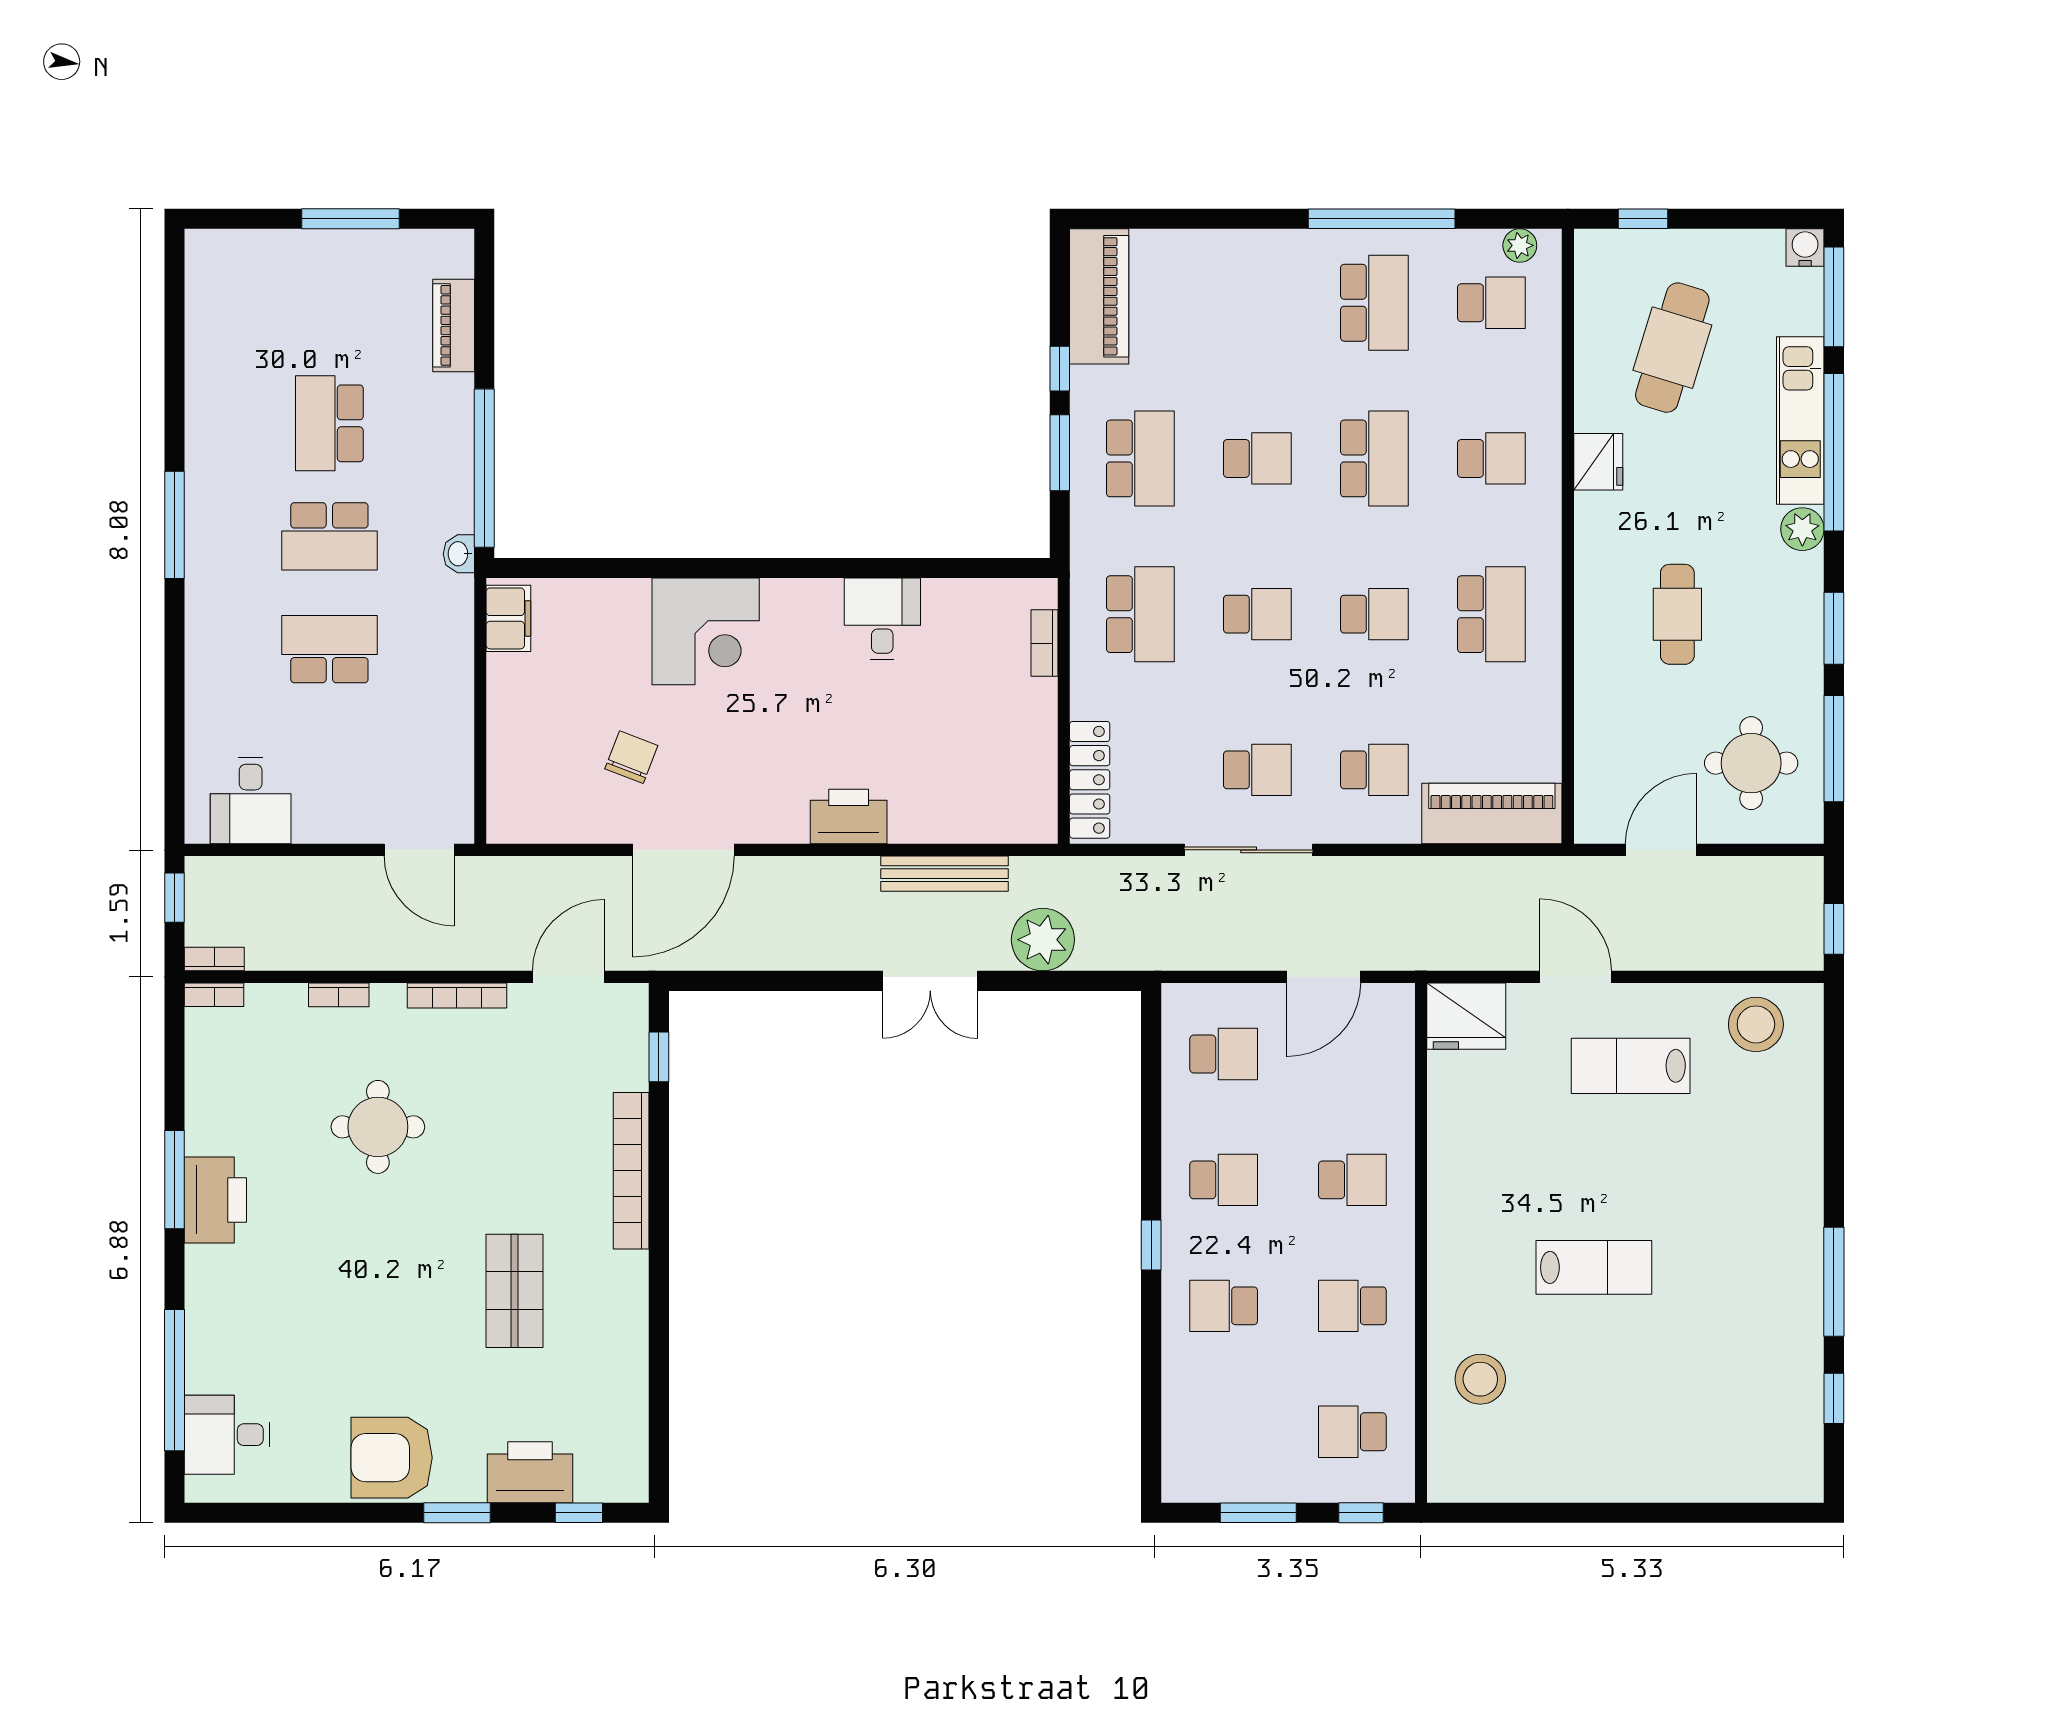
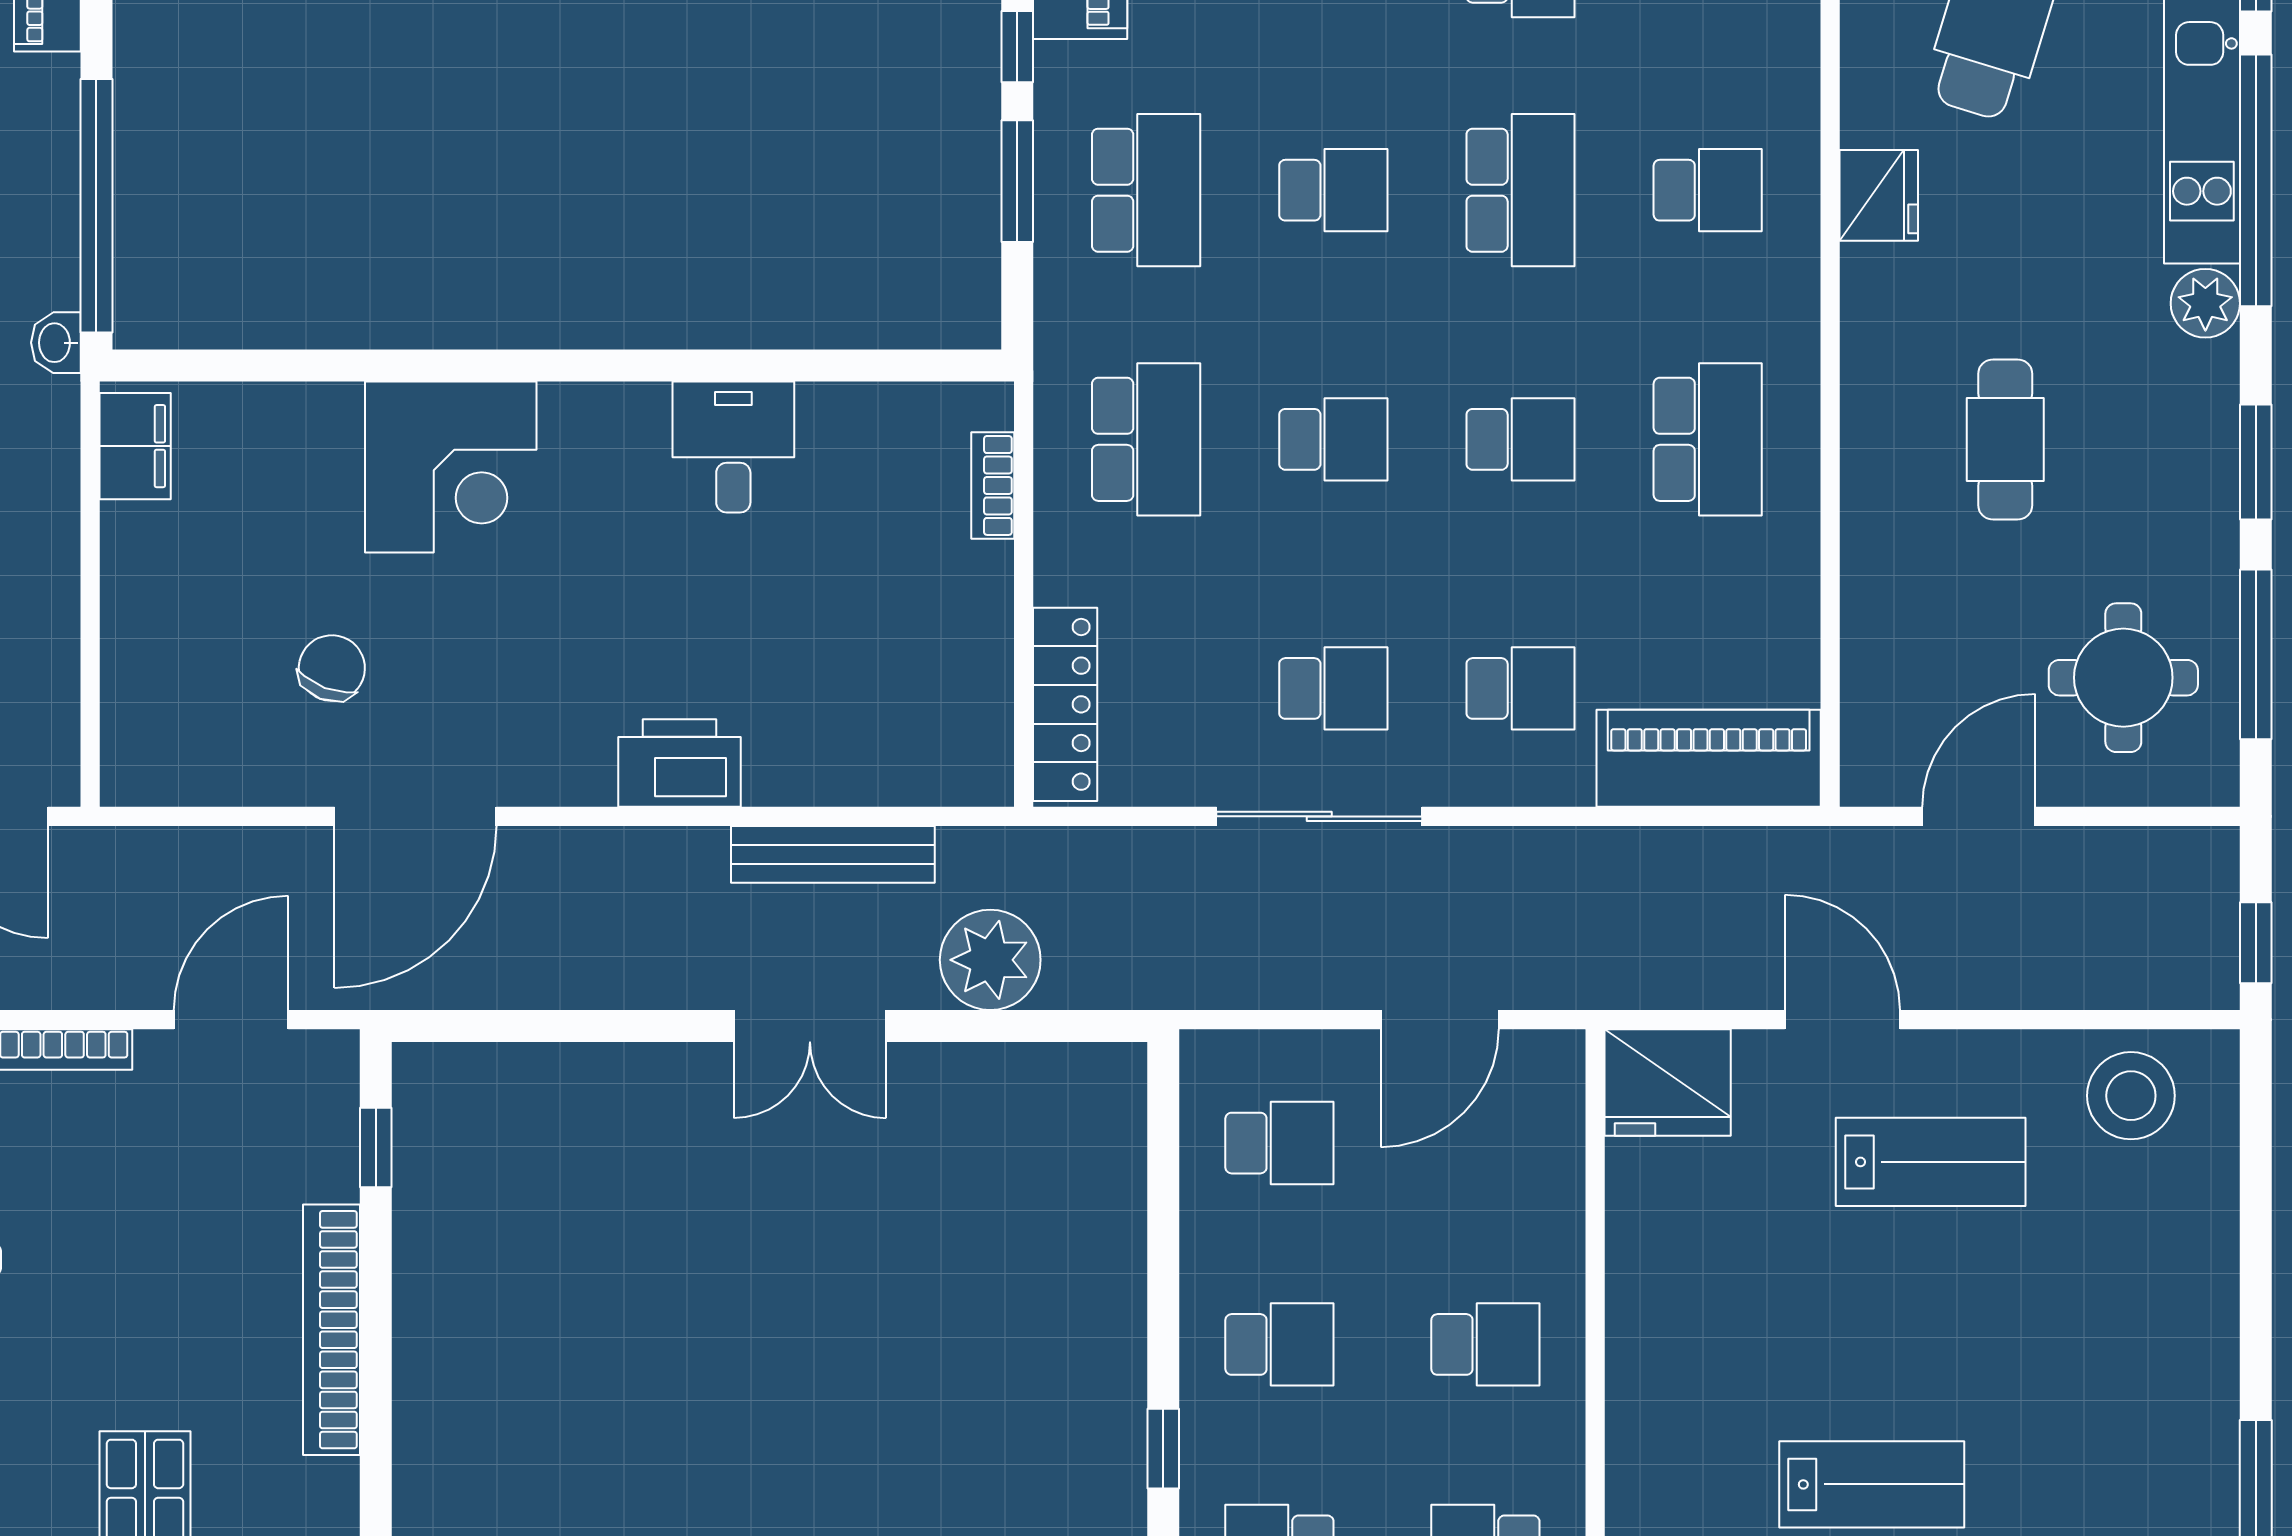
lab bench: (1631, 1066) -> (1931, 1162), turned 180

